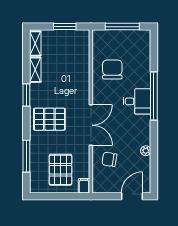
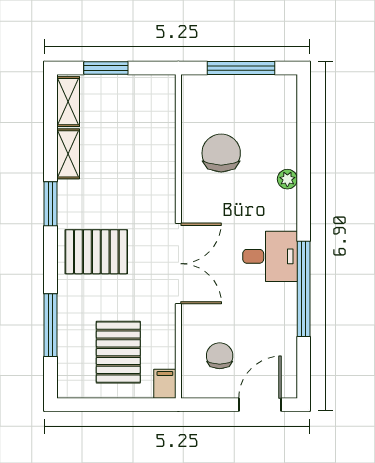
window: (65, 27) -> (106, 68), moved
window: (154, 96) -> (304, 289), moved
desk: (137, 101) -> (270, 256), moved
plant: (146, 151) -> (287, 179), moved
chair: (109, 159) -> (220, 356), moved, turned 81

